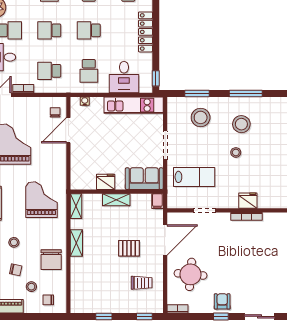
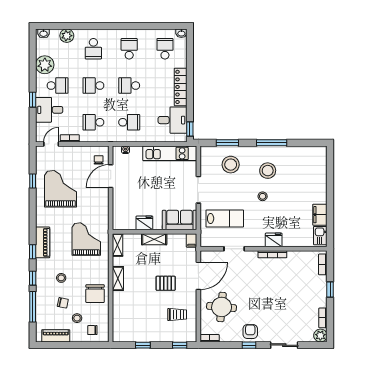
school desk: (89, 71) -> (129, 122), turned -90
desk: (124, 77) -> (172, 120), moved, turned -90

